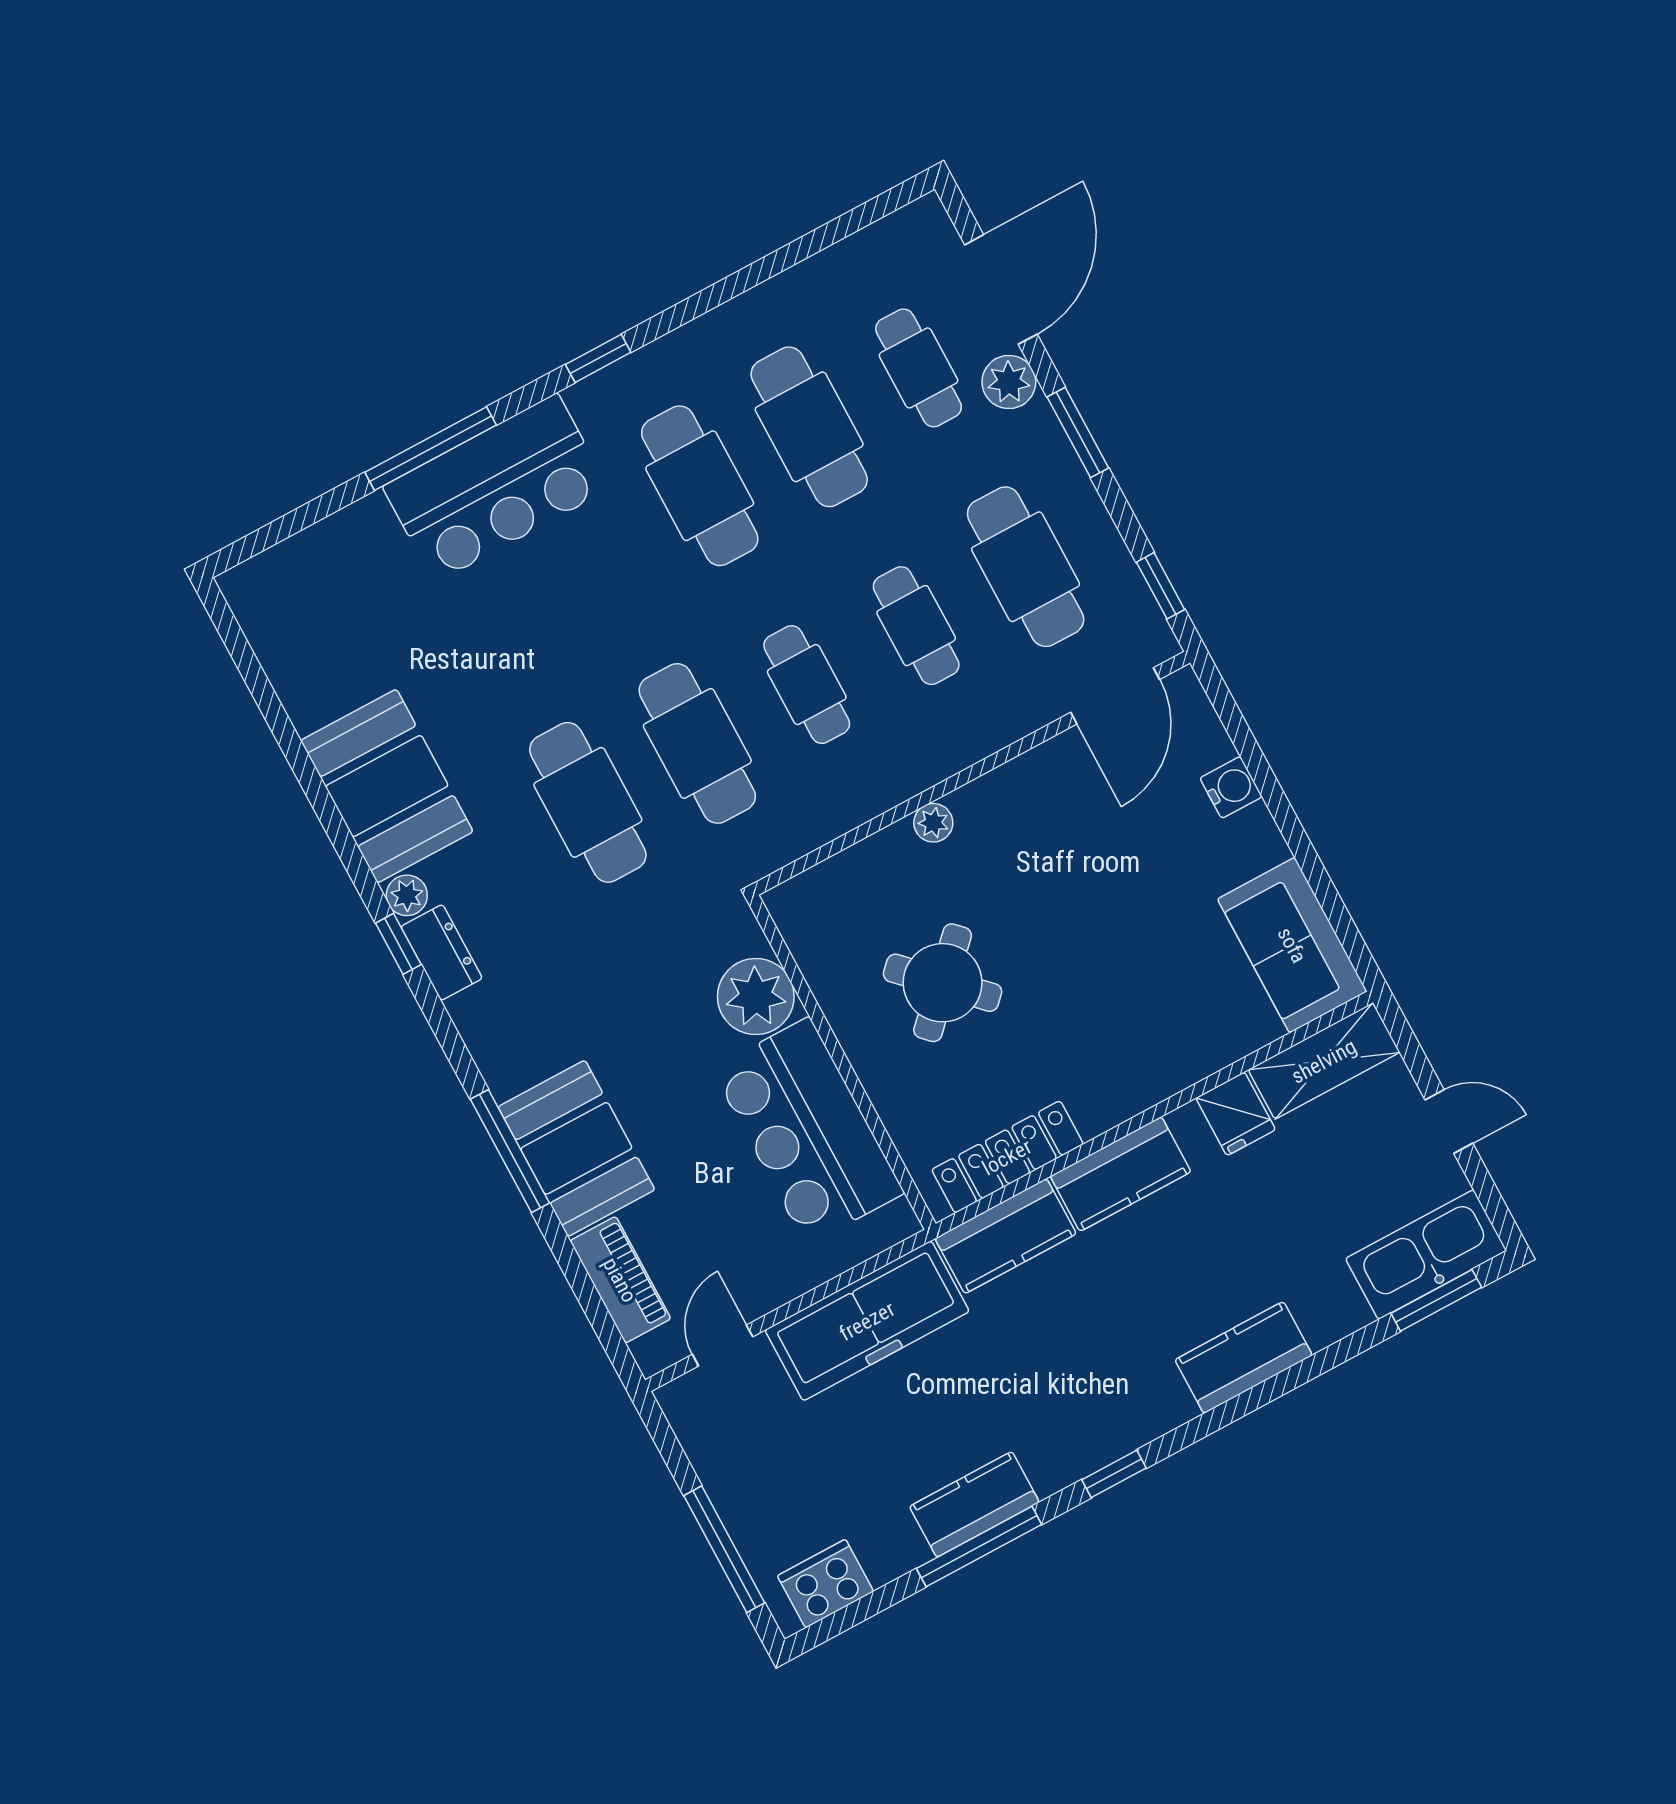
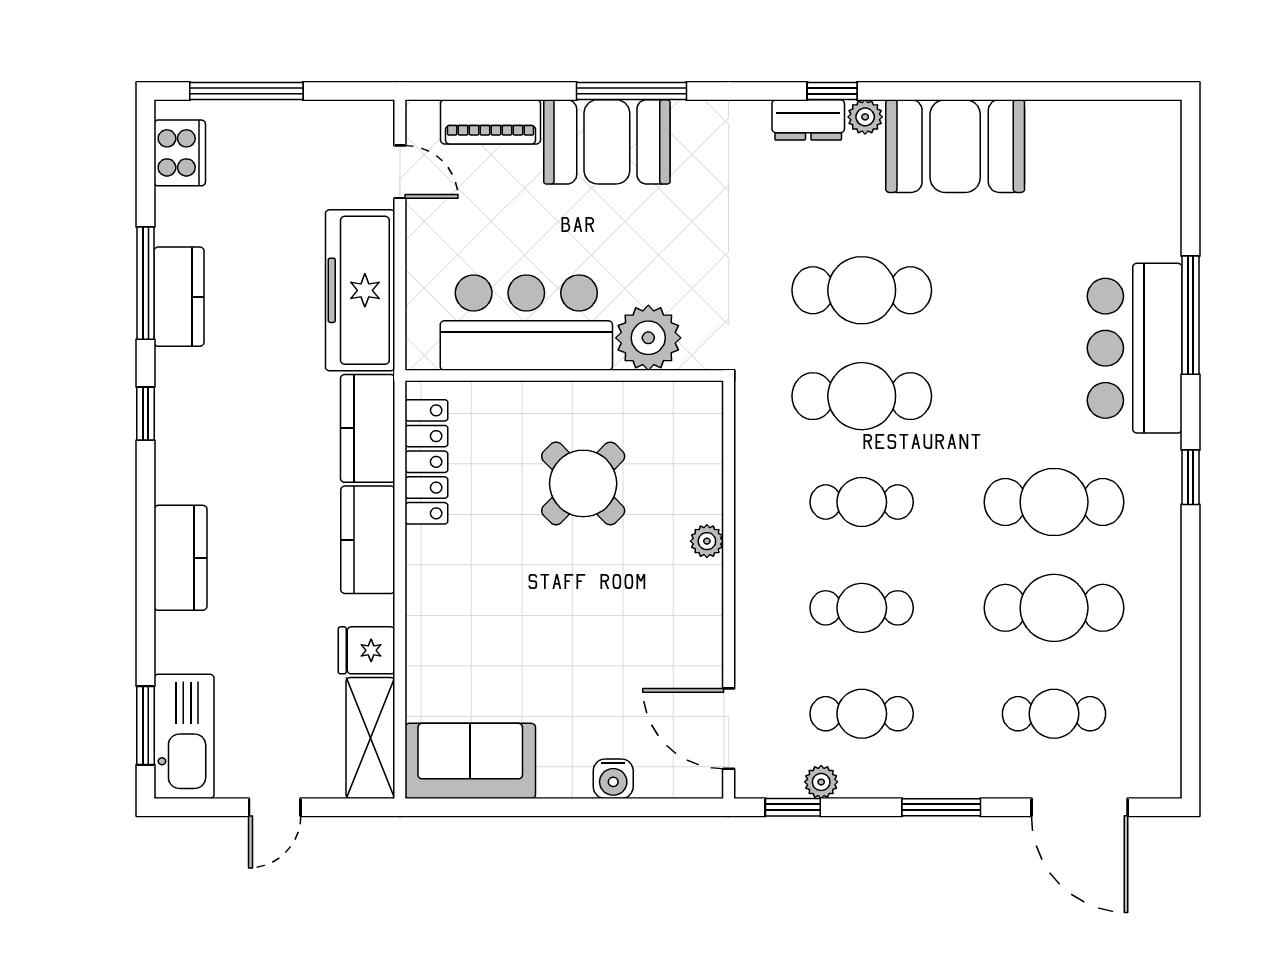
plant: (1009, 382) -> (821, 782), moved, width x0.73, depth x0.73
cafe table: (1026, 567) -> (862, 714), width x0.73, depth x0.74

